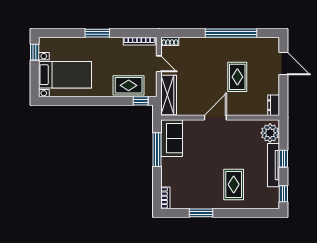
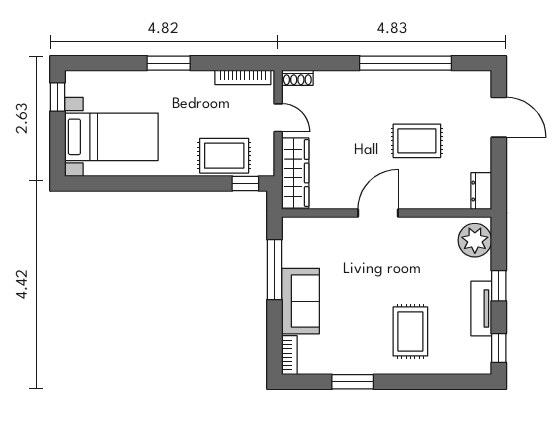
rug: (237, 77) -> (417, 141), turned 90
sofa: (172, 138) -> (301, 301), moved
tv unit: (274, 165) -> (481, 308), width x0.71

